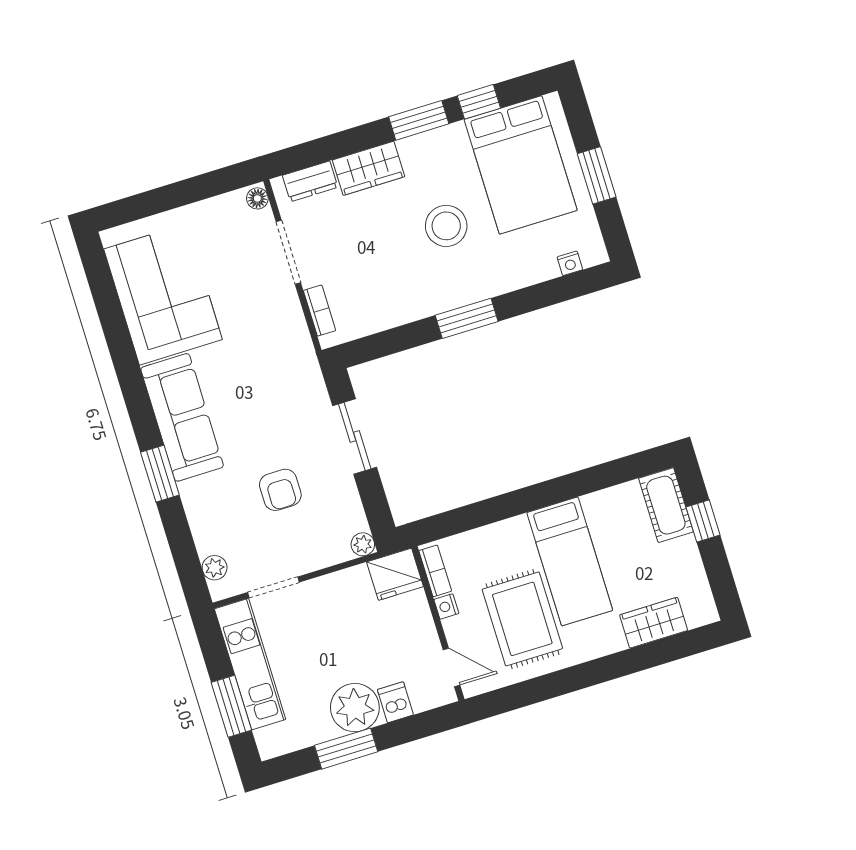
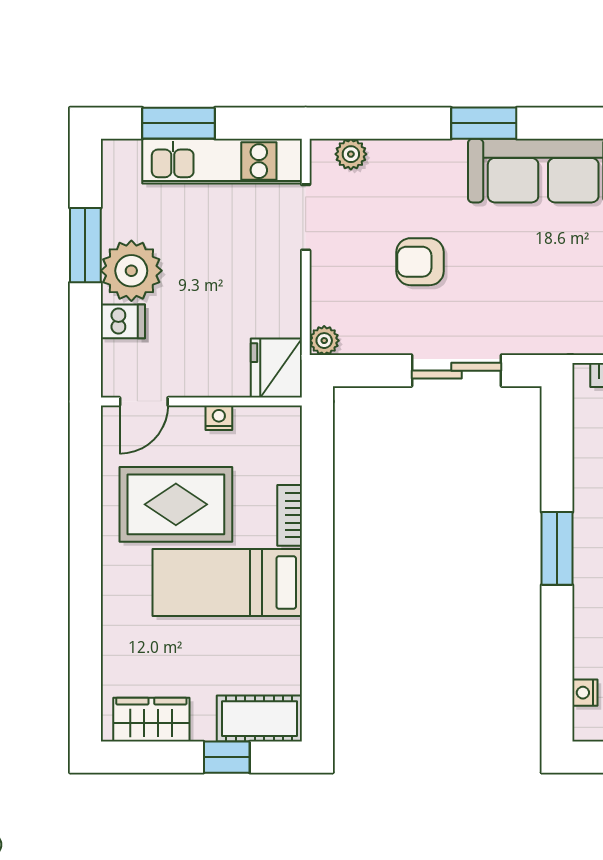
bookcase: (435, 571) -> (290, 515), moved, turned 90
wardrobe: (654, 623) -> (151, 720), moved, turned -90

